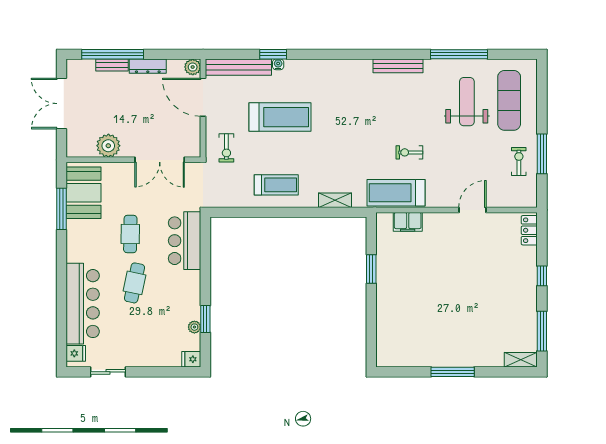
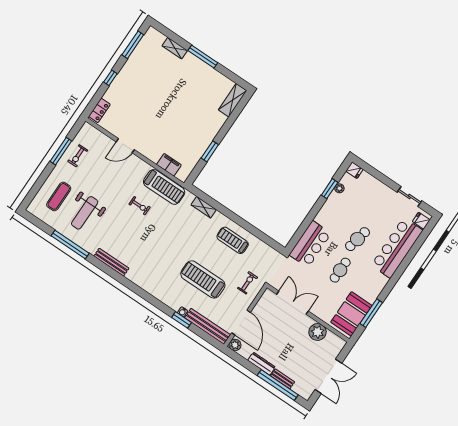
exercise mat: (509, 100) -> (59, 196), width x0.73, depth x0.69
shelving: (385, 345) -> (233, 100), added
shelving: (521, 360) -> (175, 48), moved

